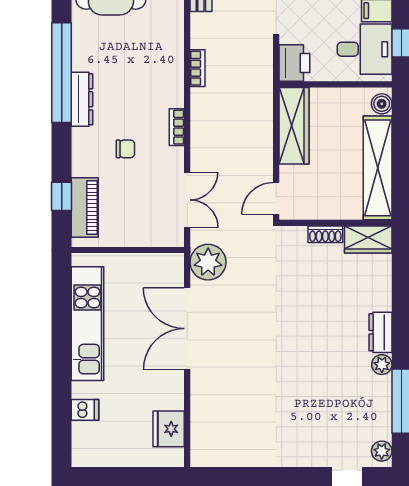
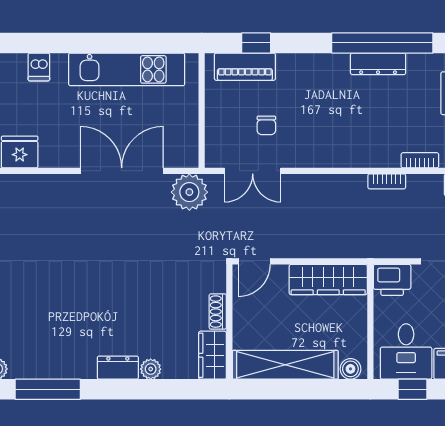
dresser: (82, 99) -> (378, 64), moved
bookcase: (177, 127) -> (420, 160), moved
chair: (125, 149) -> (266, 125), moved
door: (276, 198) -> (254, 261), swing flipped
plant: (382, 365) -> (151, 369), moved

